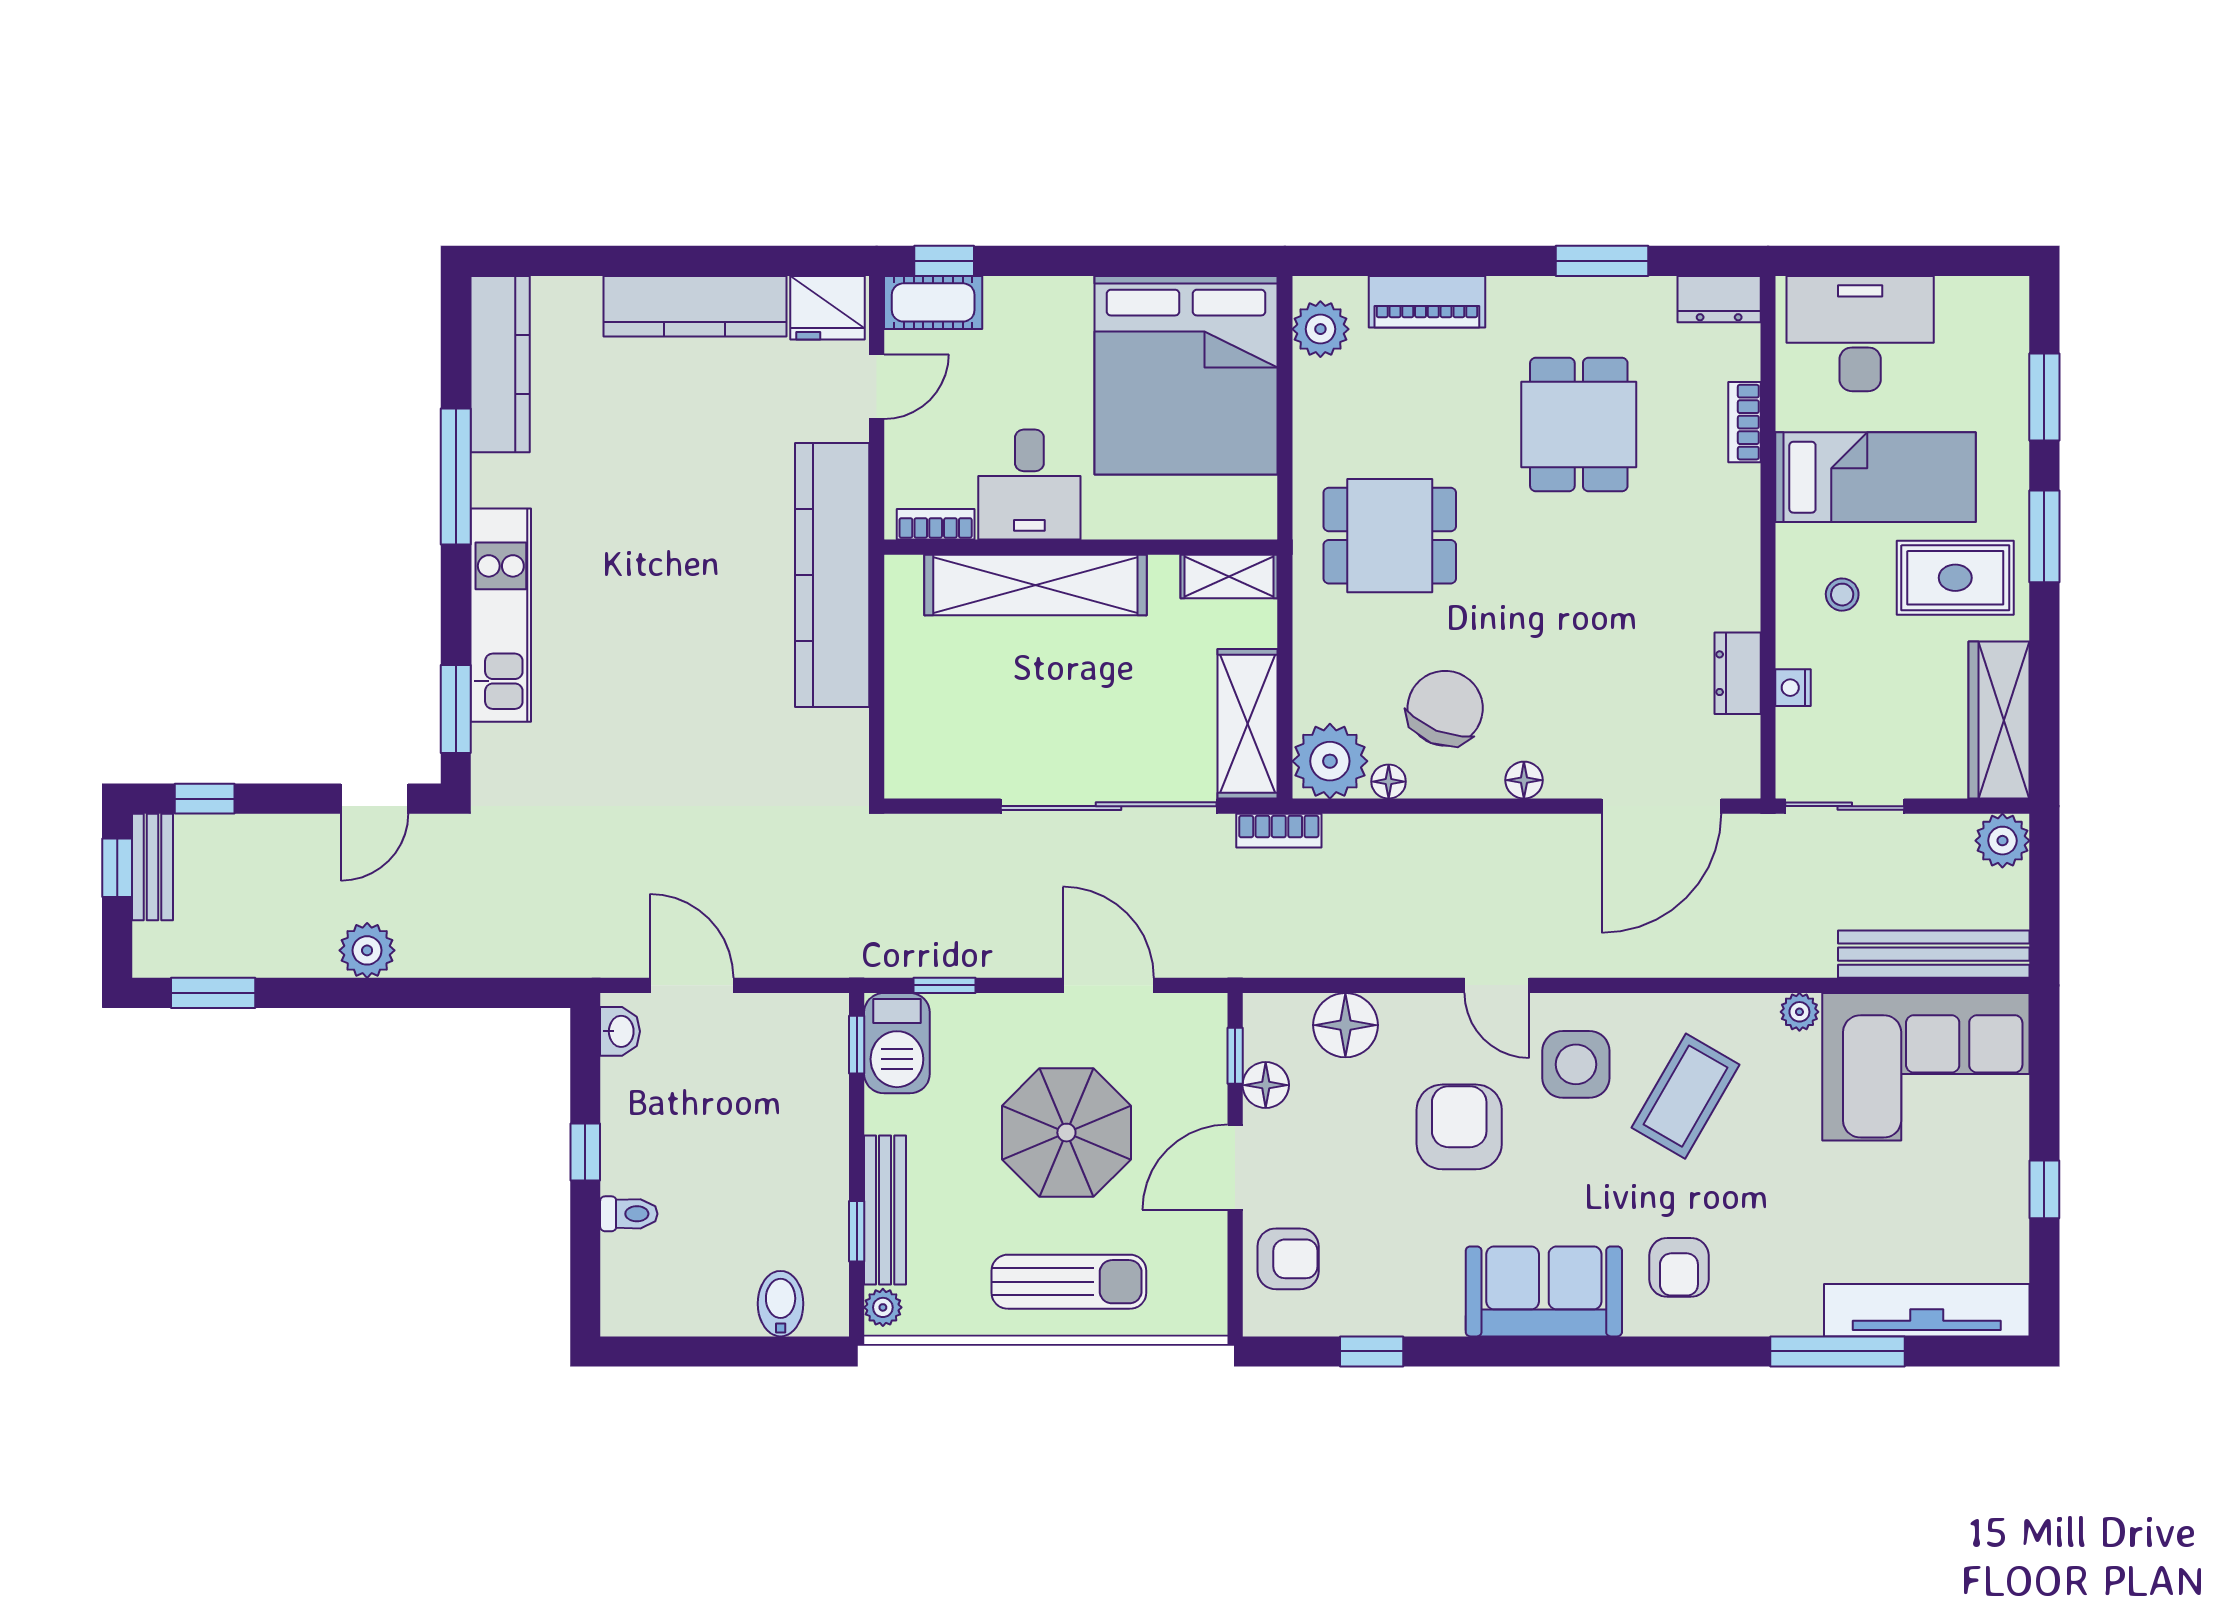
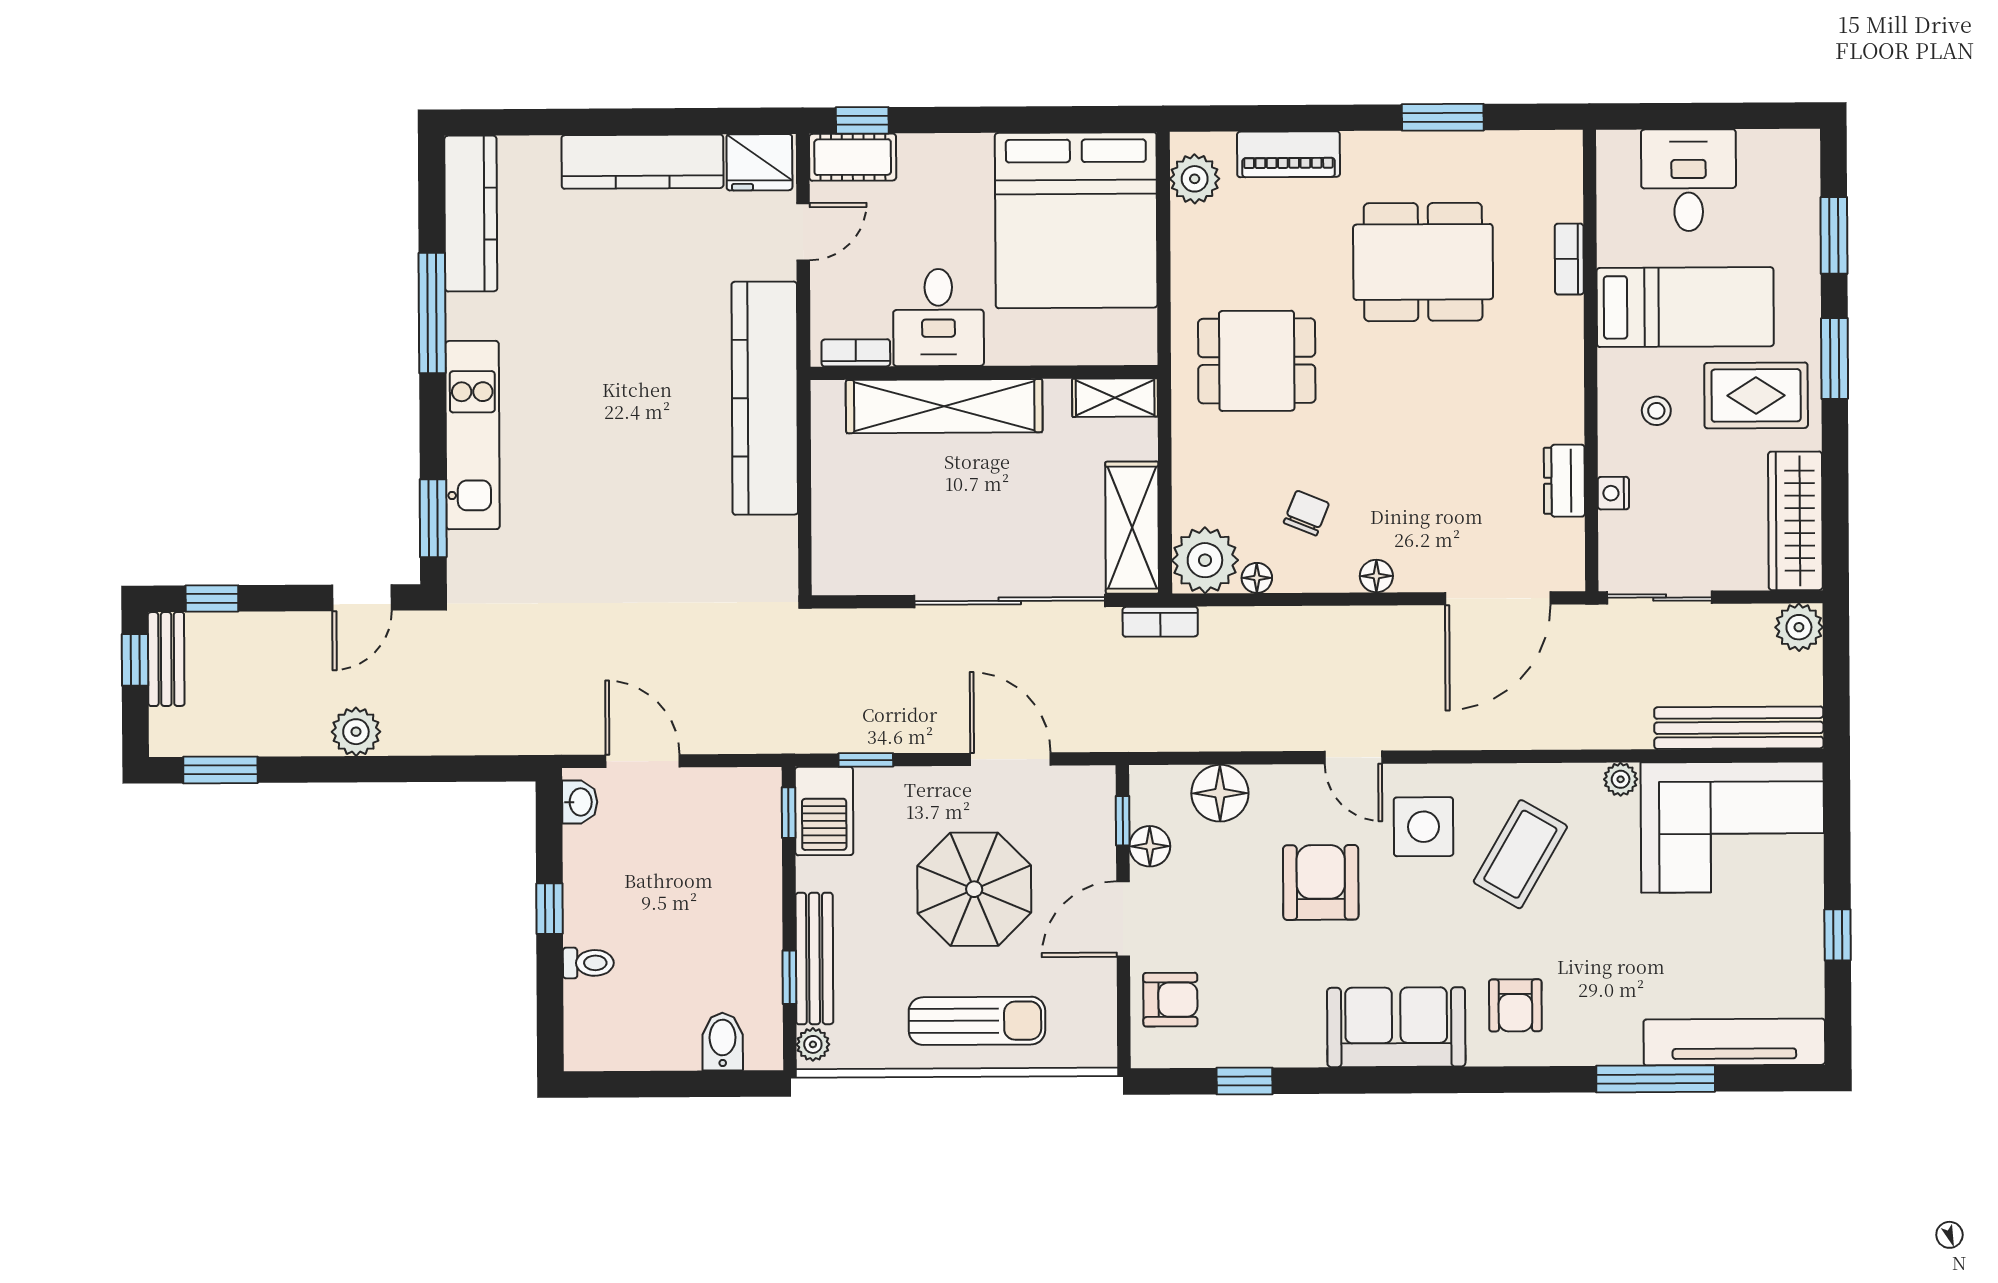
dresser: (1719, 299) -> (1546, 151), removed
desk: (1860, 334) -> (1689, 180), width x0.73
dining table: (1579, 425) -> (1423, 262), width x1.38
chair: (1445, 708) -> (1306, 513), width x0.54, depth x0.54

